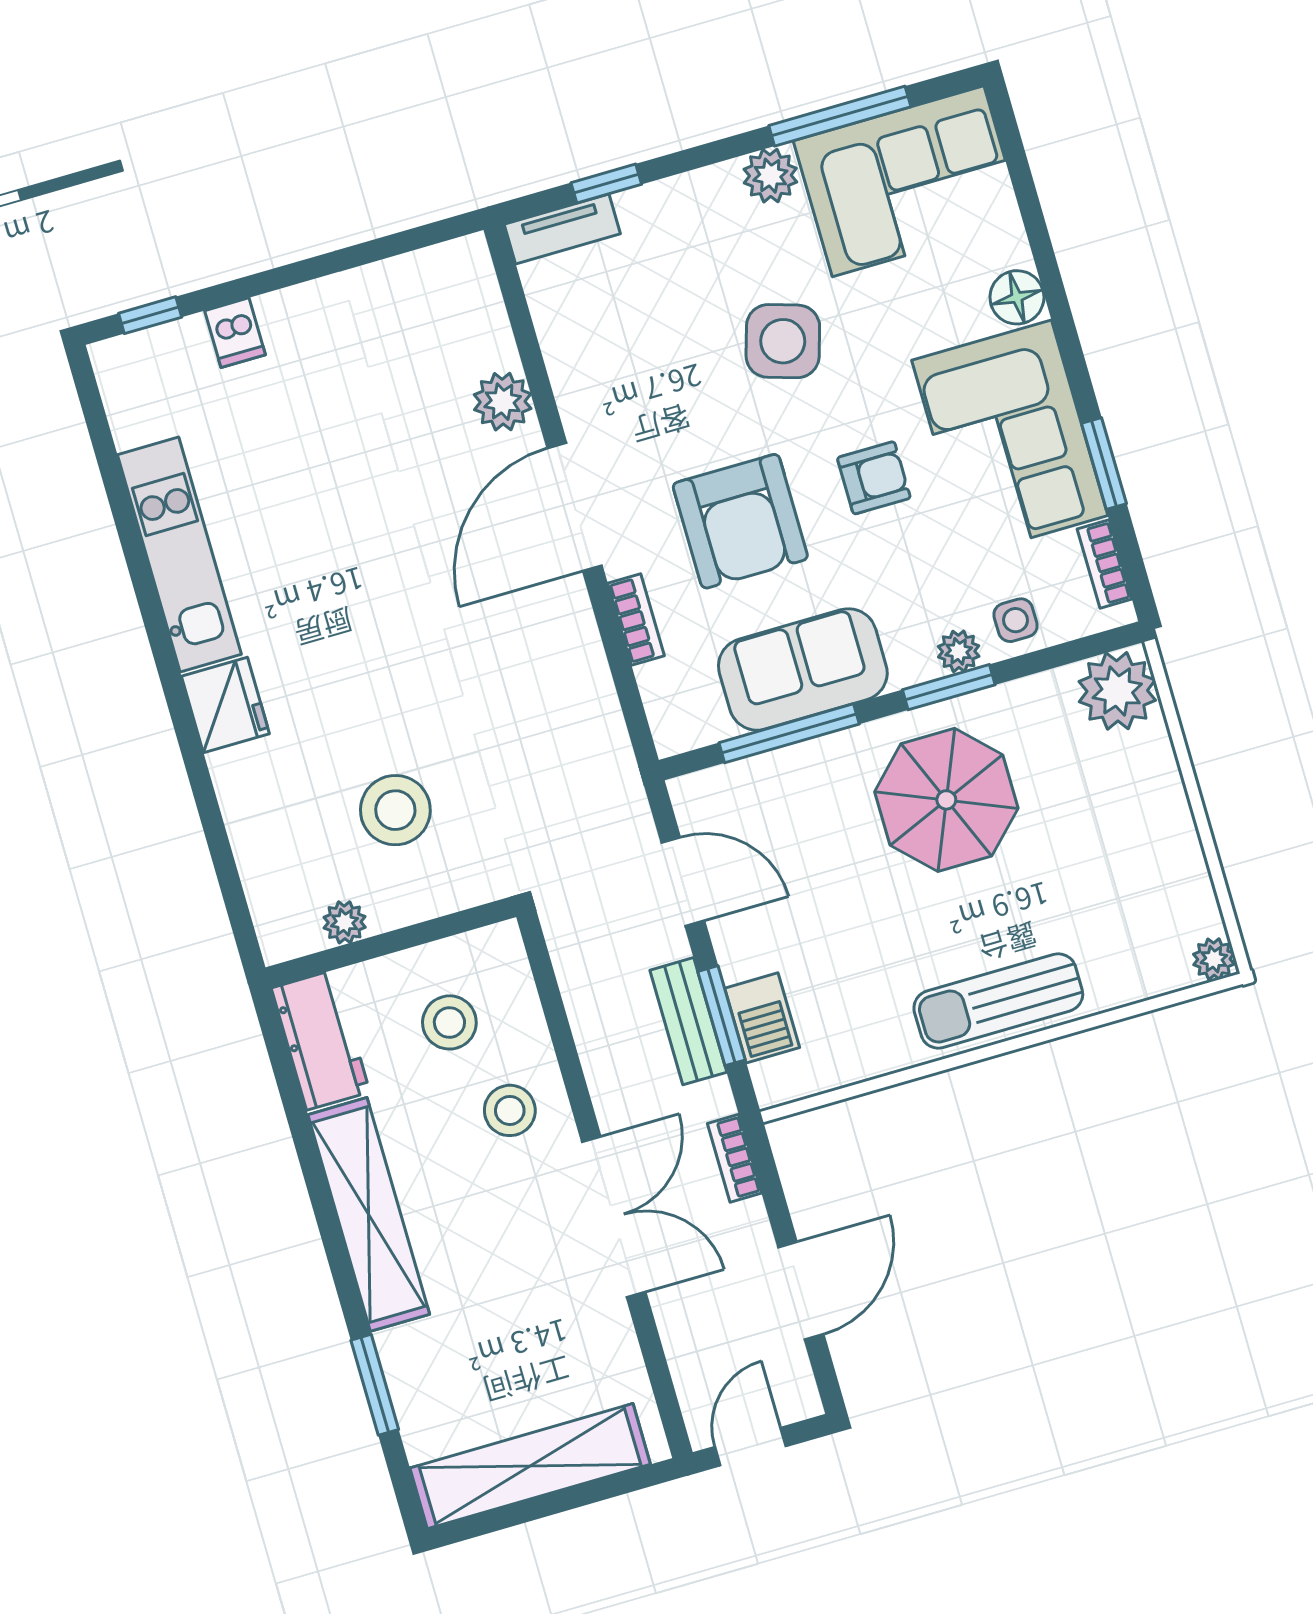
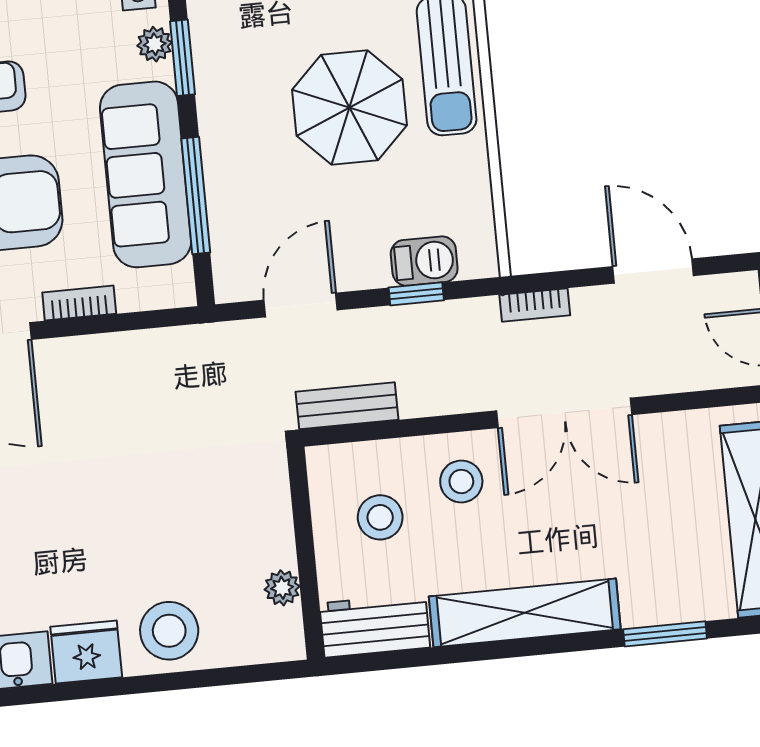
sofa: (803, 669) -> (146, 174), width x1.36
parasol: (946, 800) -> (349, 108), moved
stool: (395, 810) -> (169, 631), moved
window: (722, 1016) -> (416, 294), width x0.67
bench: (688, 1021) -> (347, 406), moved
double door: (614, 1217) -> (564, 413), swing flipped

